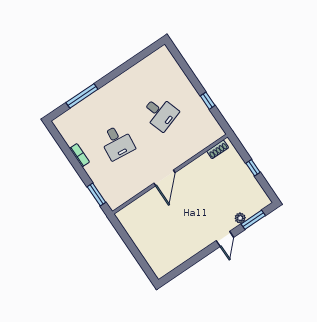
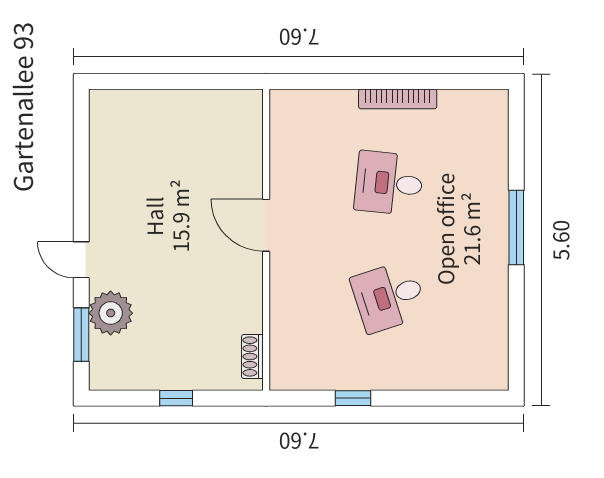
window: (82, 96) -> (516, 228), moved
bookcase: (79, 155) -> (398, 99), width x1.56
window: (96, 194) -> (320, 82), removed
plant: (240, 218) -> (111, 313), width x1.88, depth x1.88

